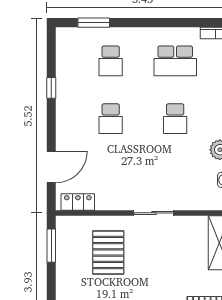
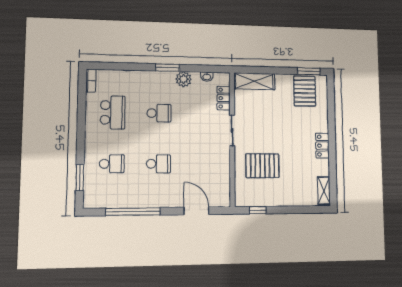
window: (51, 88) -> (133, 212), width x3.17
locker: (78, 202) -> (224, 98), moved
window: (51, 246) -> (258, 210), width x0.67

